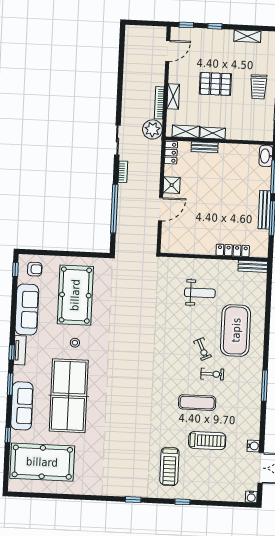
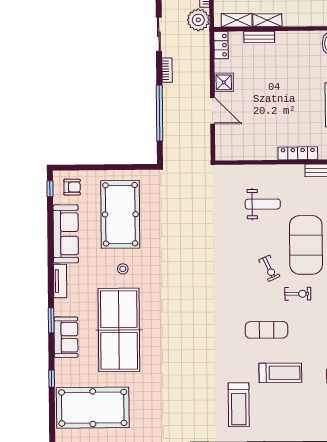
door: (160, 209) -> (212, 111), hinge flipped
window: (12, 352) -> (51, 284), removed
exercise bike: (212, 374) -> (298, 294), moved
sofa: (22, 406) -> (66, 337), width x0.73

